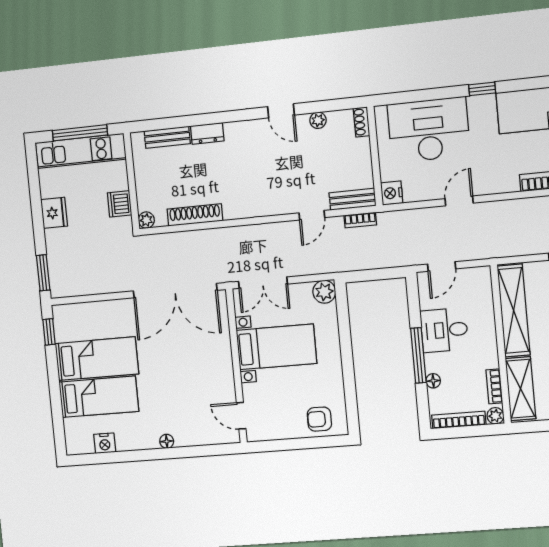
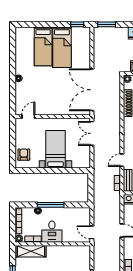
door: (312, 215) -> (122, 160), hinge flipped
door: (442, 266) -> (92, 232), moved
plant: (324, 292) -> (85, 163), removed
shelving: (514, 310) -> (68, 251), removed
desk: (444, 330) -> (52, 232), moved, turned 180
bed with nightstands: (276, 347) -> (55, 149), moved, turned 180
nightstand: (105, 443) -> (20, 47), removed

